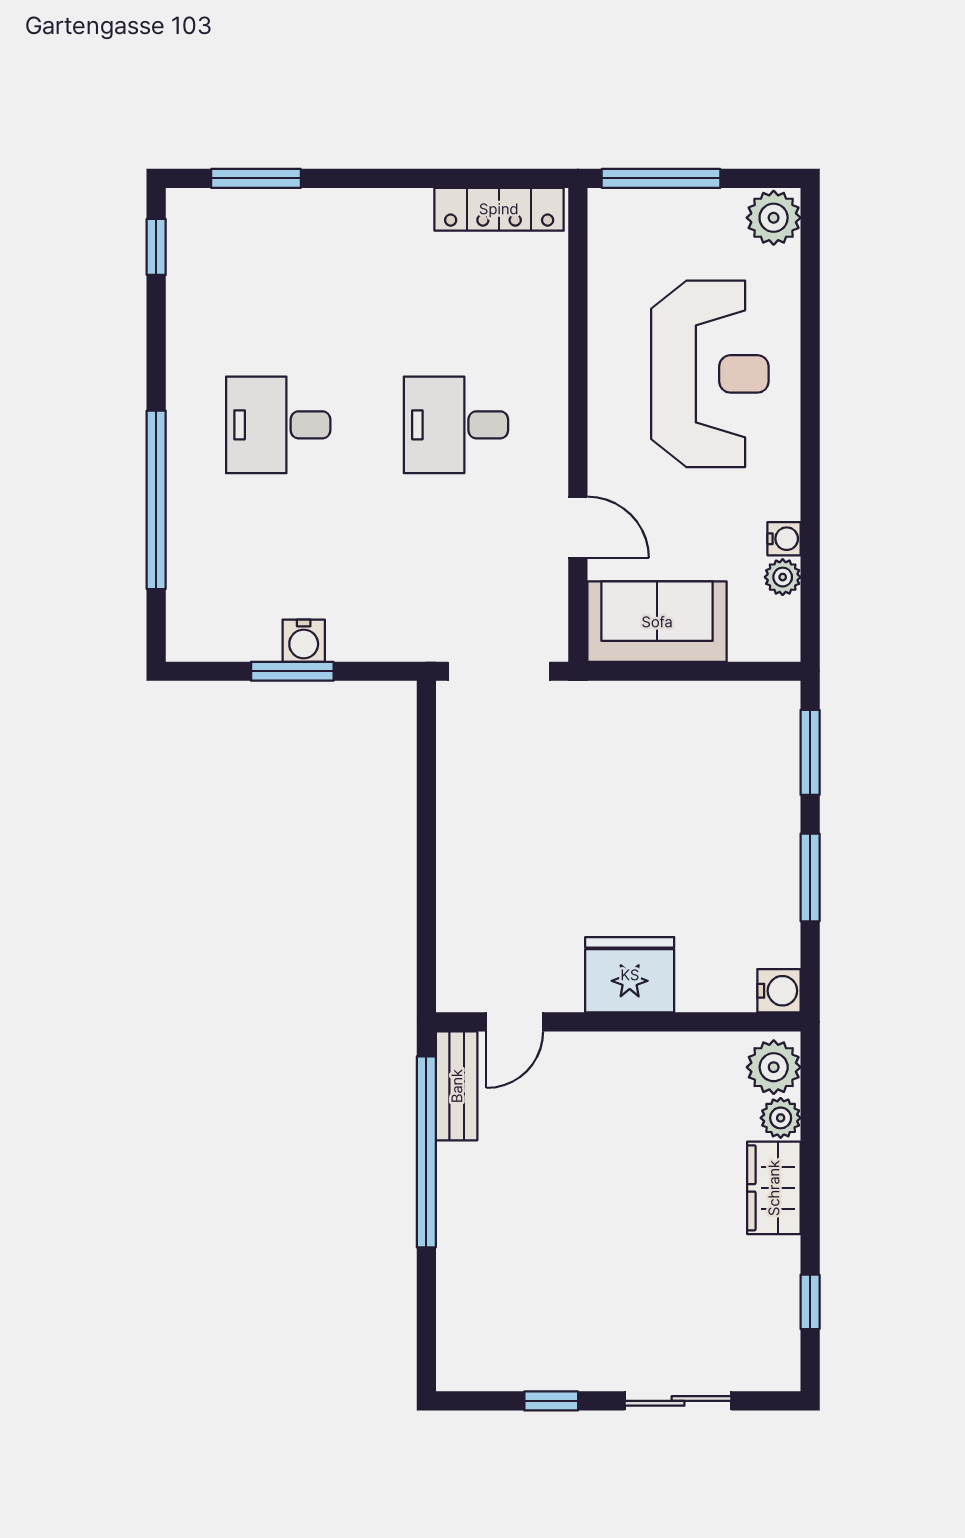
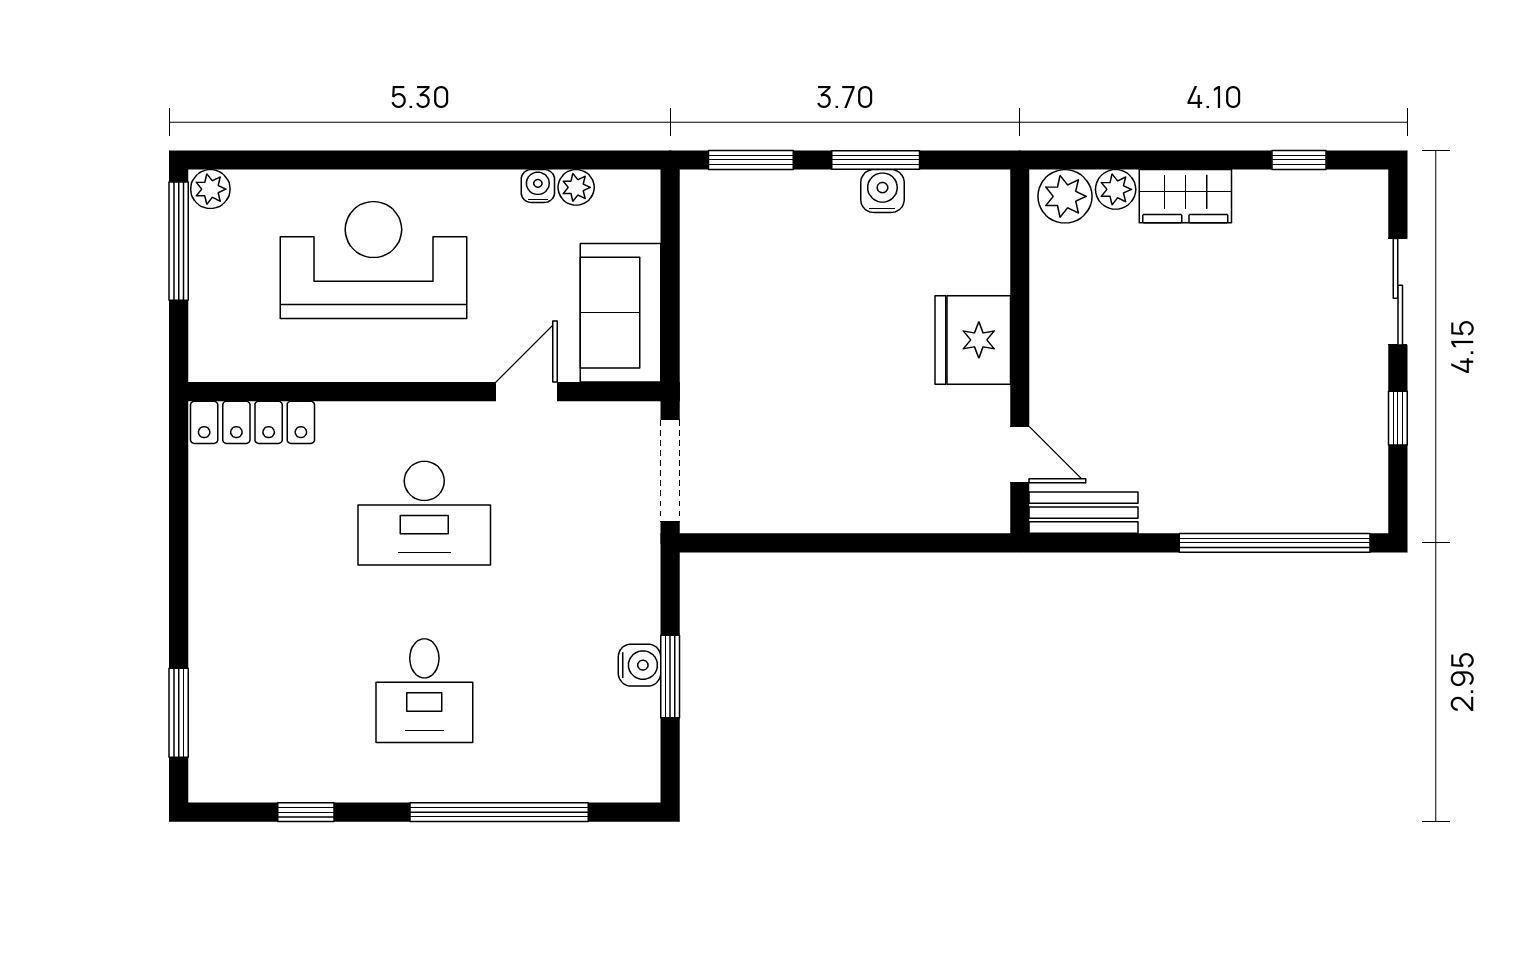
window: (661, 178) -> (179, 241), moved
locker: (499, 209) -> (252, 422), moved, turned 90
plant: (774, 218) -> (210, 189), width x0.73, depth x0.73
window: (156, 247) -> (306, 812), moved
desk: (456, 425) -> (424, 513), width x1.37
water cooler: (779, 991) -> (882, 191), moved
window: (426, 1152) -> (1275, 543), moved

